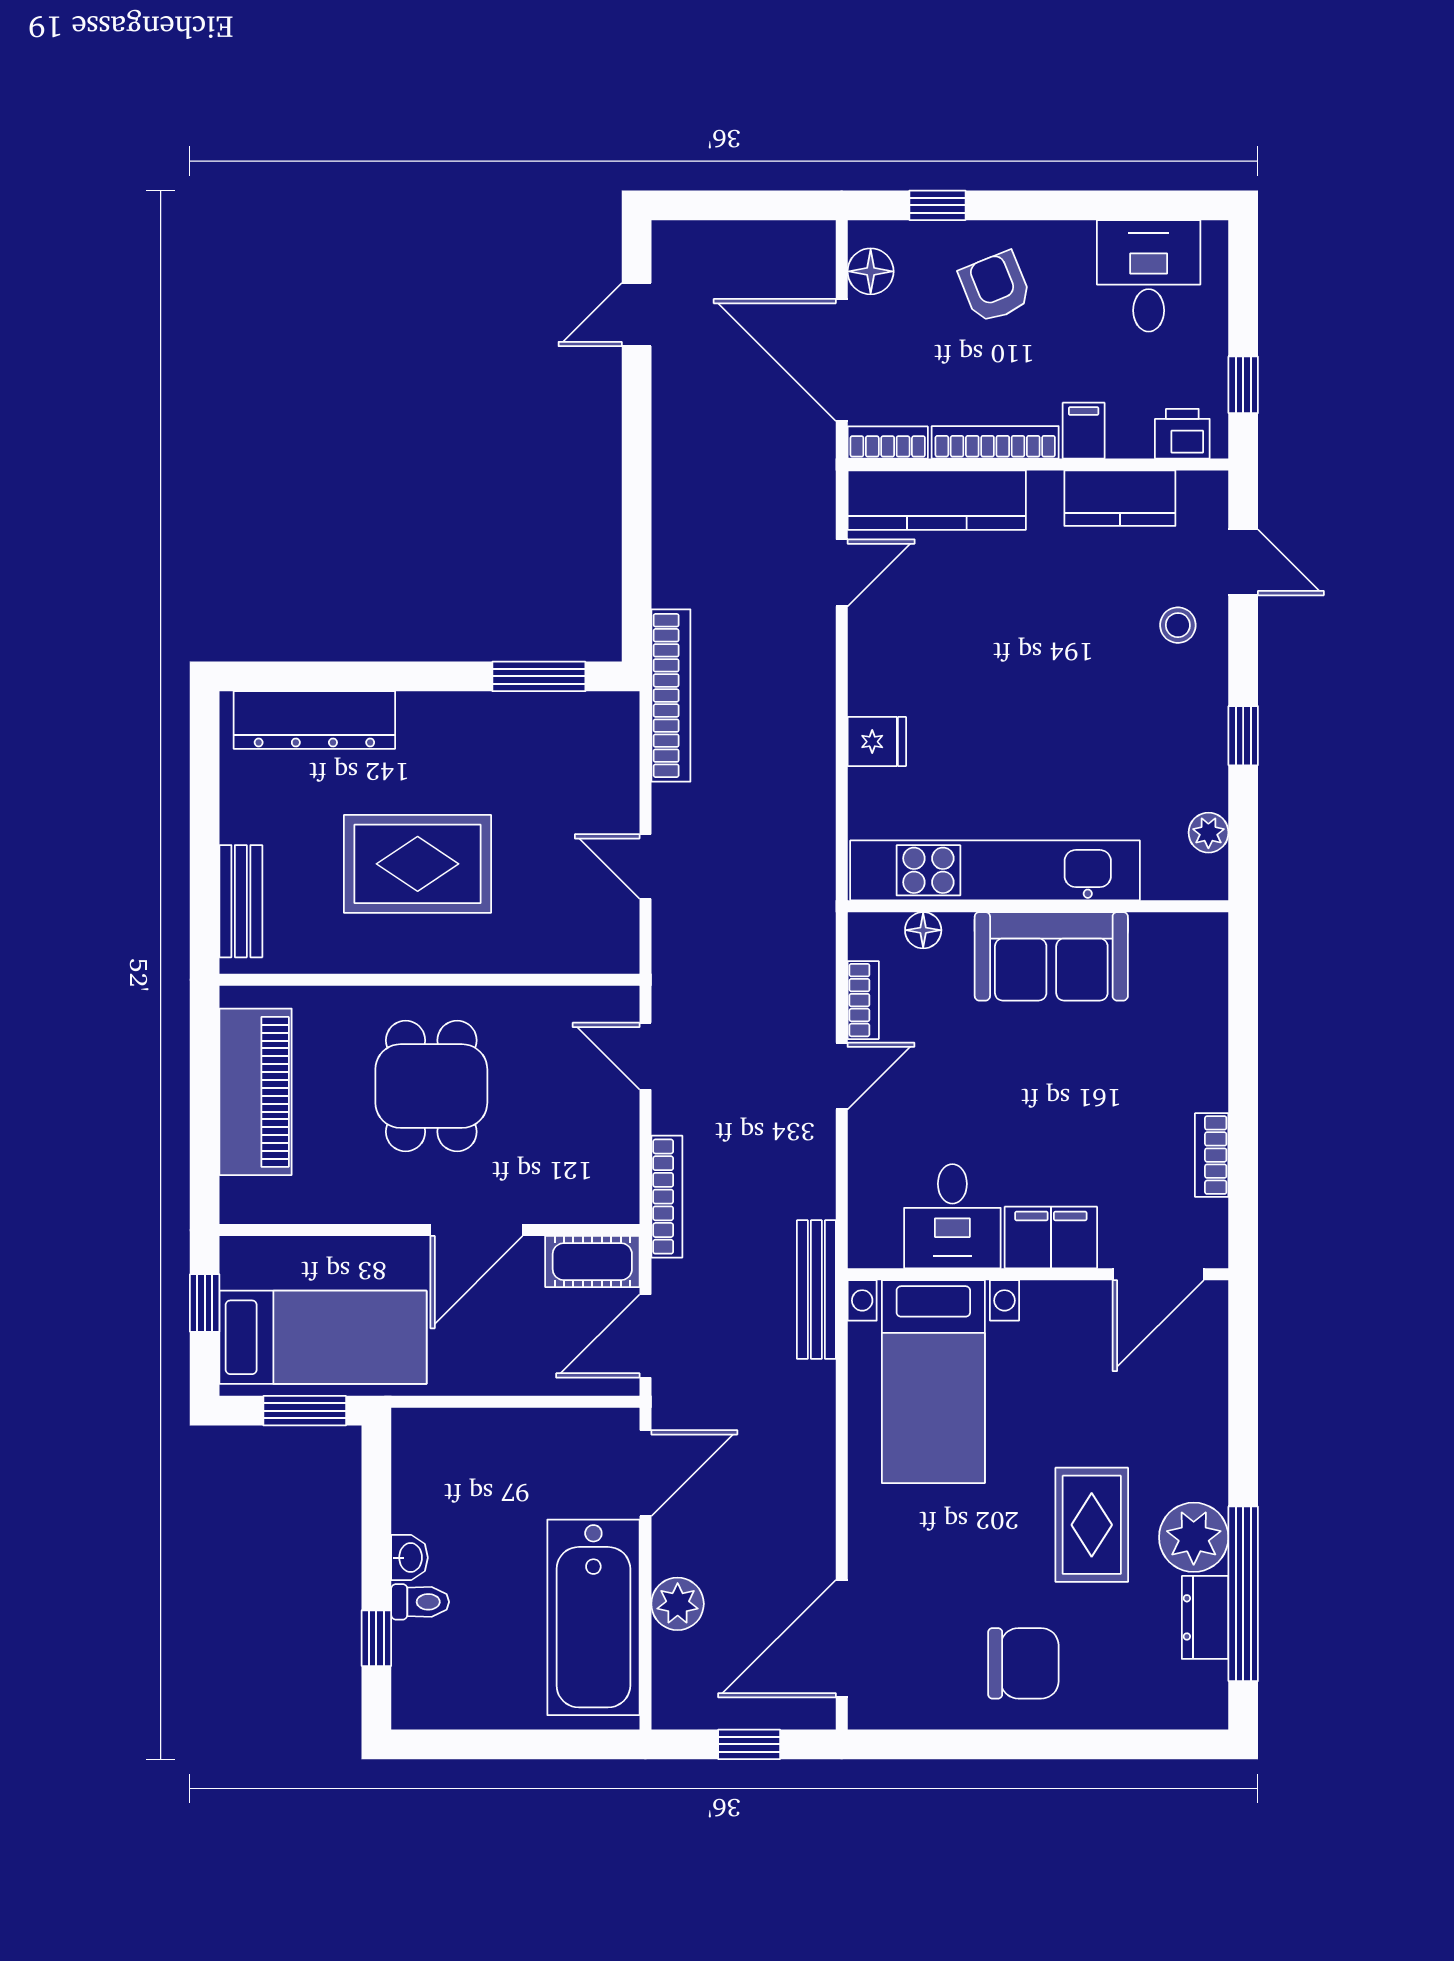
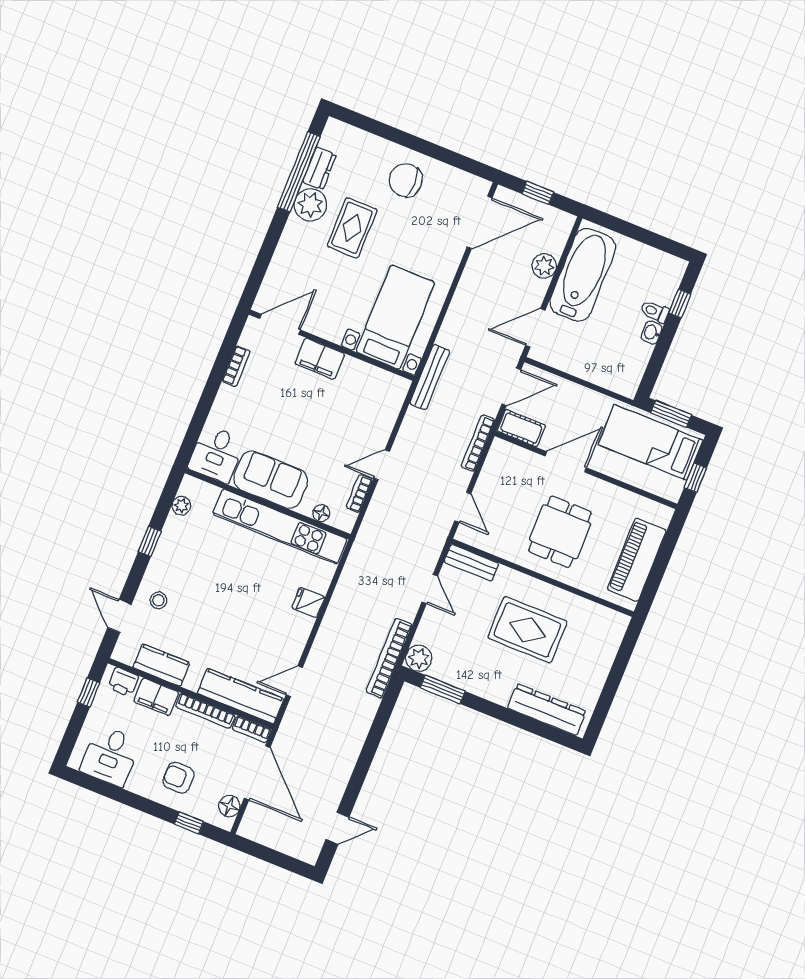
armchair: (995, 287) -> (178, 778), turned 112
filing cabinet: (1084, 431) -> (156, 697), width x2.00
plant: (611, 719) -> (419, 658), added
bench: (241, 901) -> (471, 563), moved, turned 90
desk: (952, 1216) -> (217, 454), moved, turned 180

